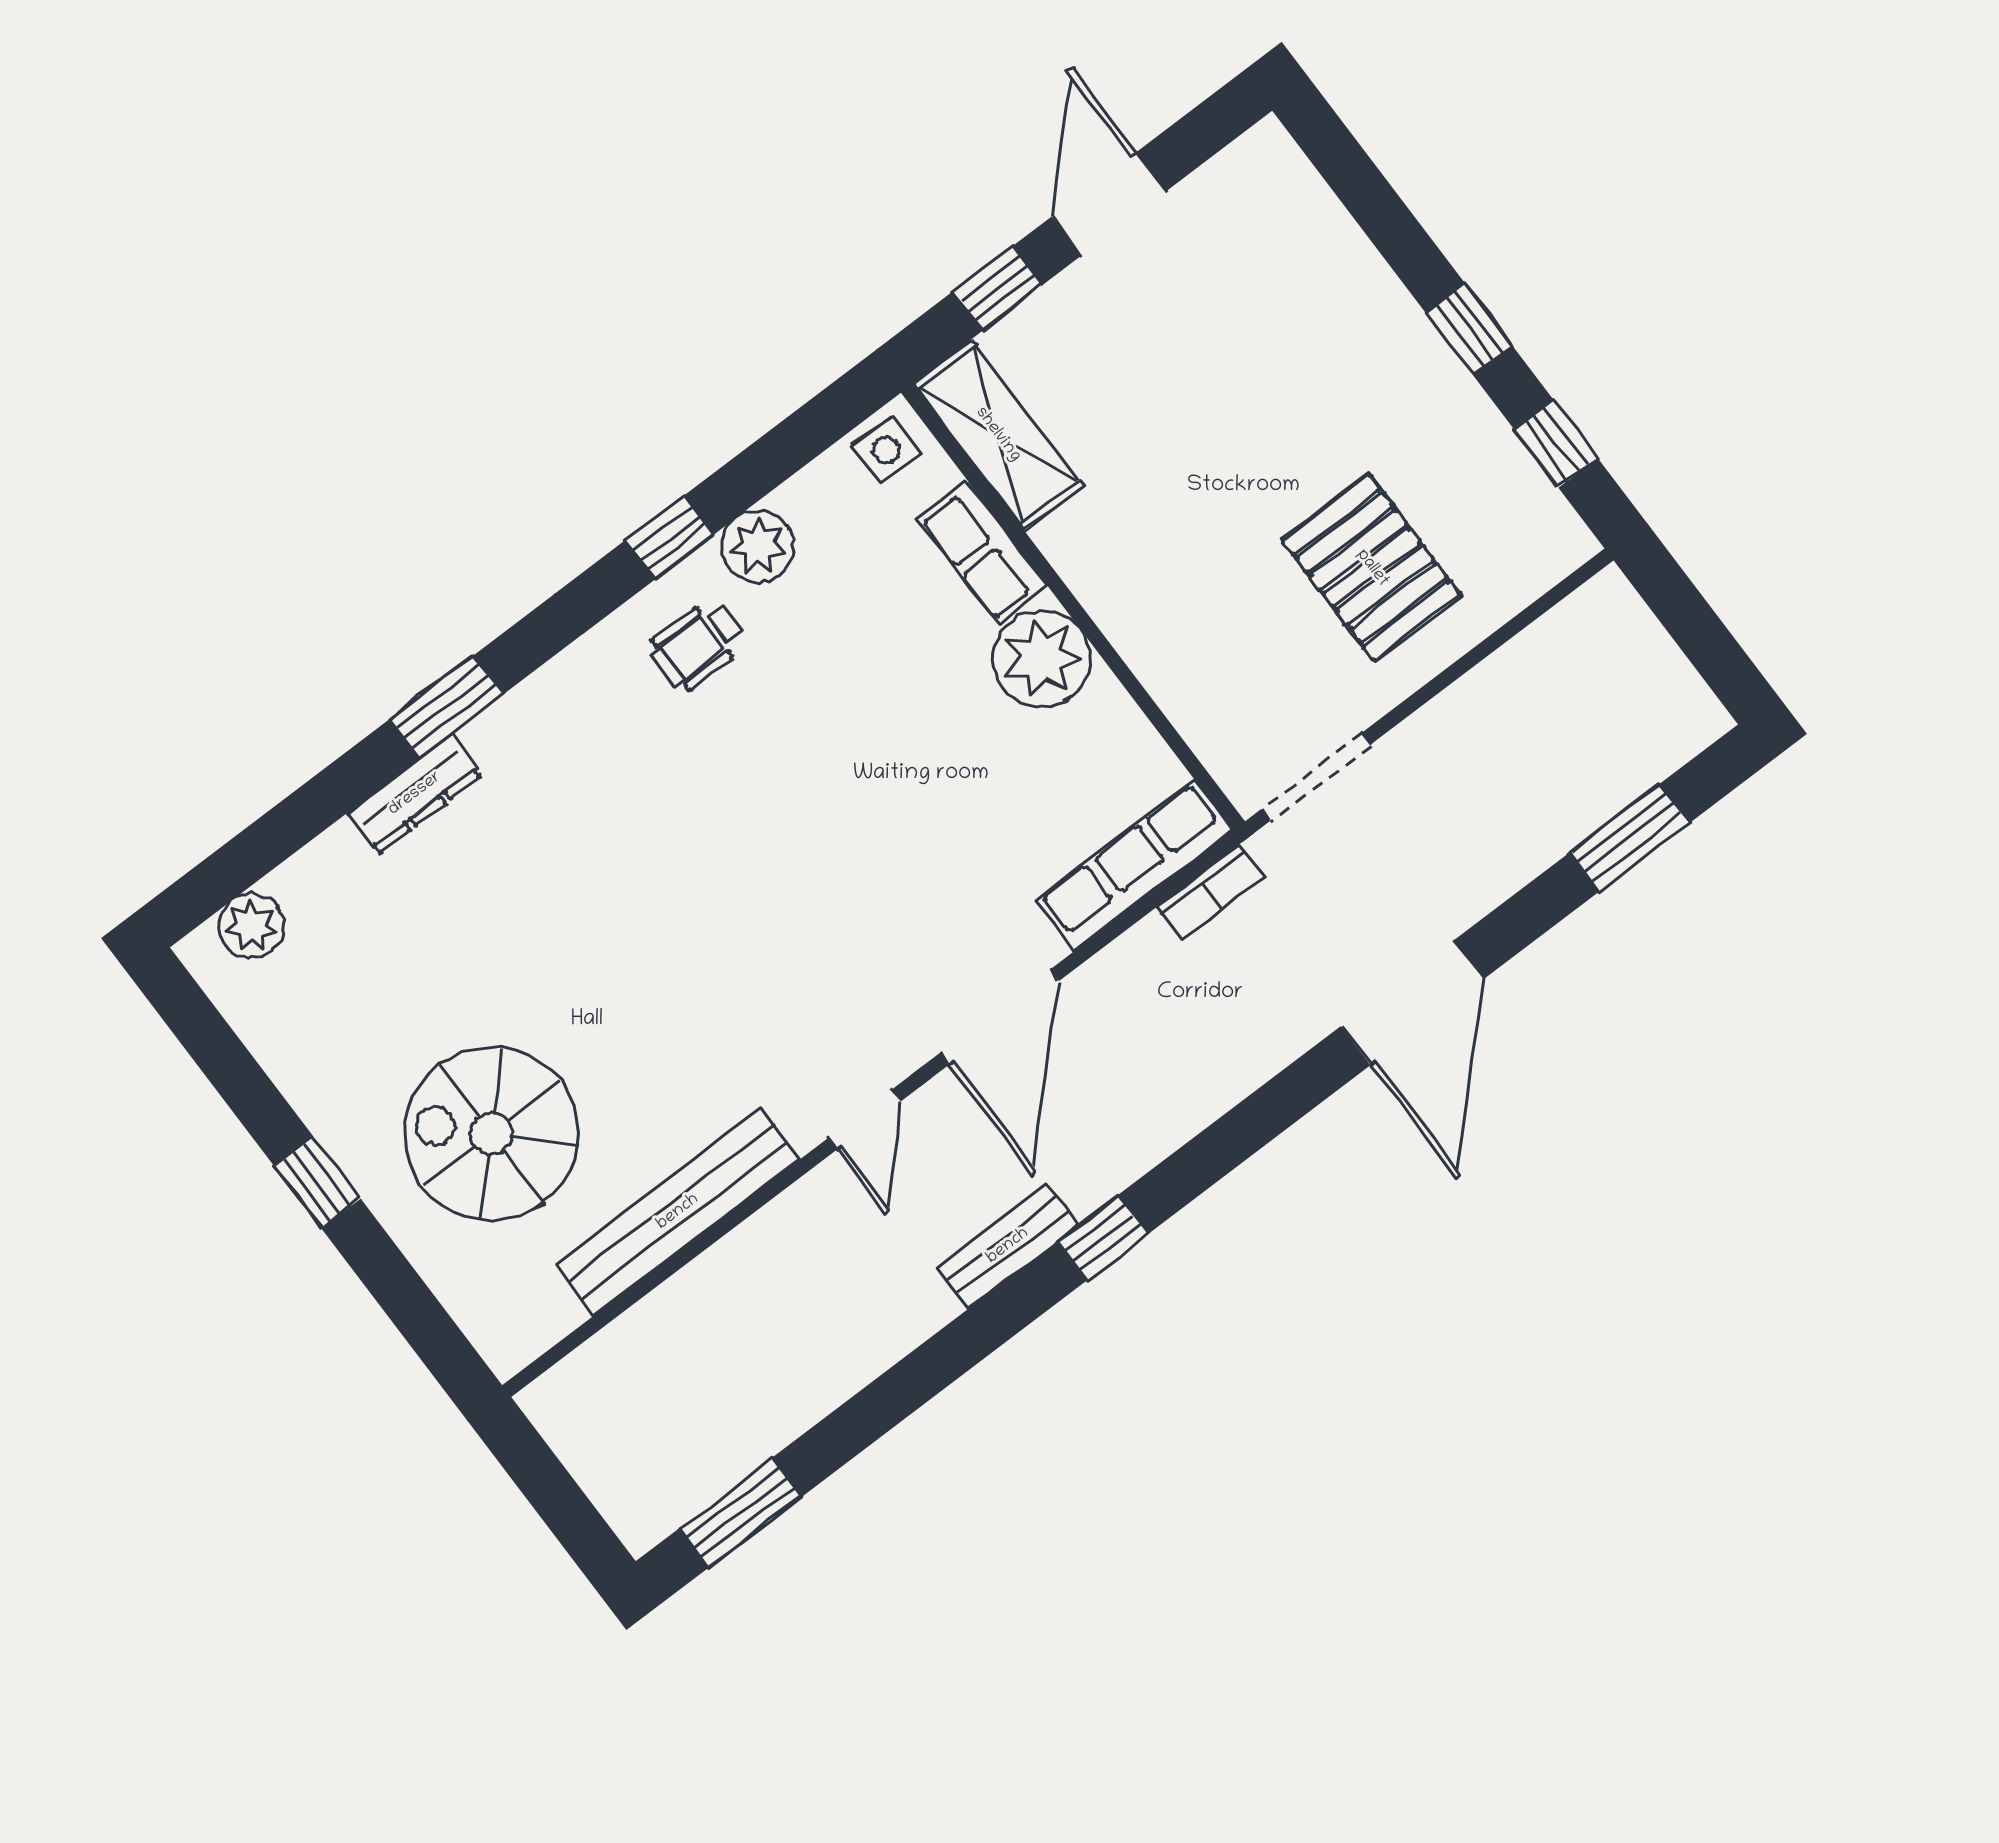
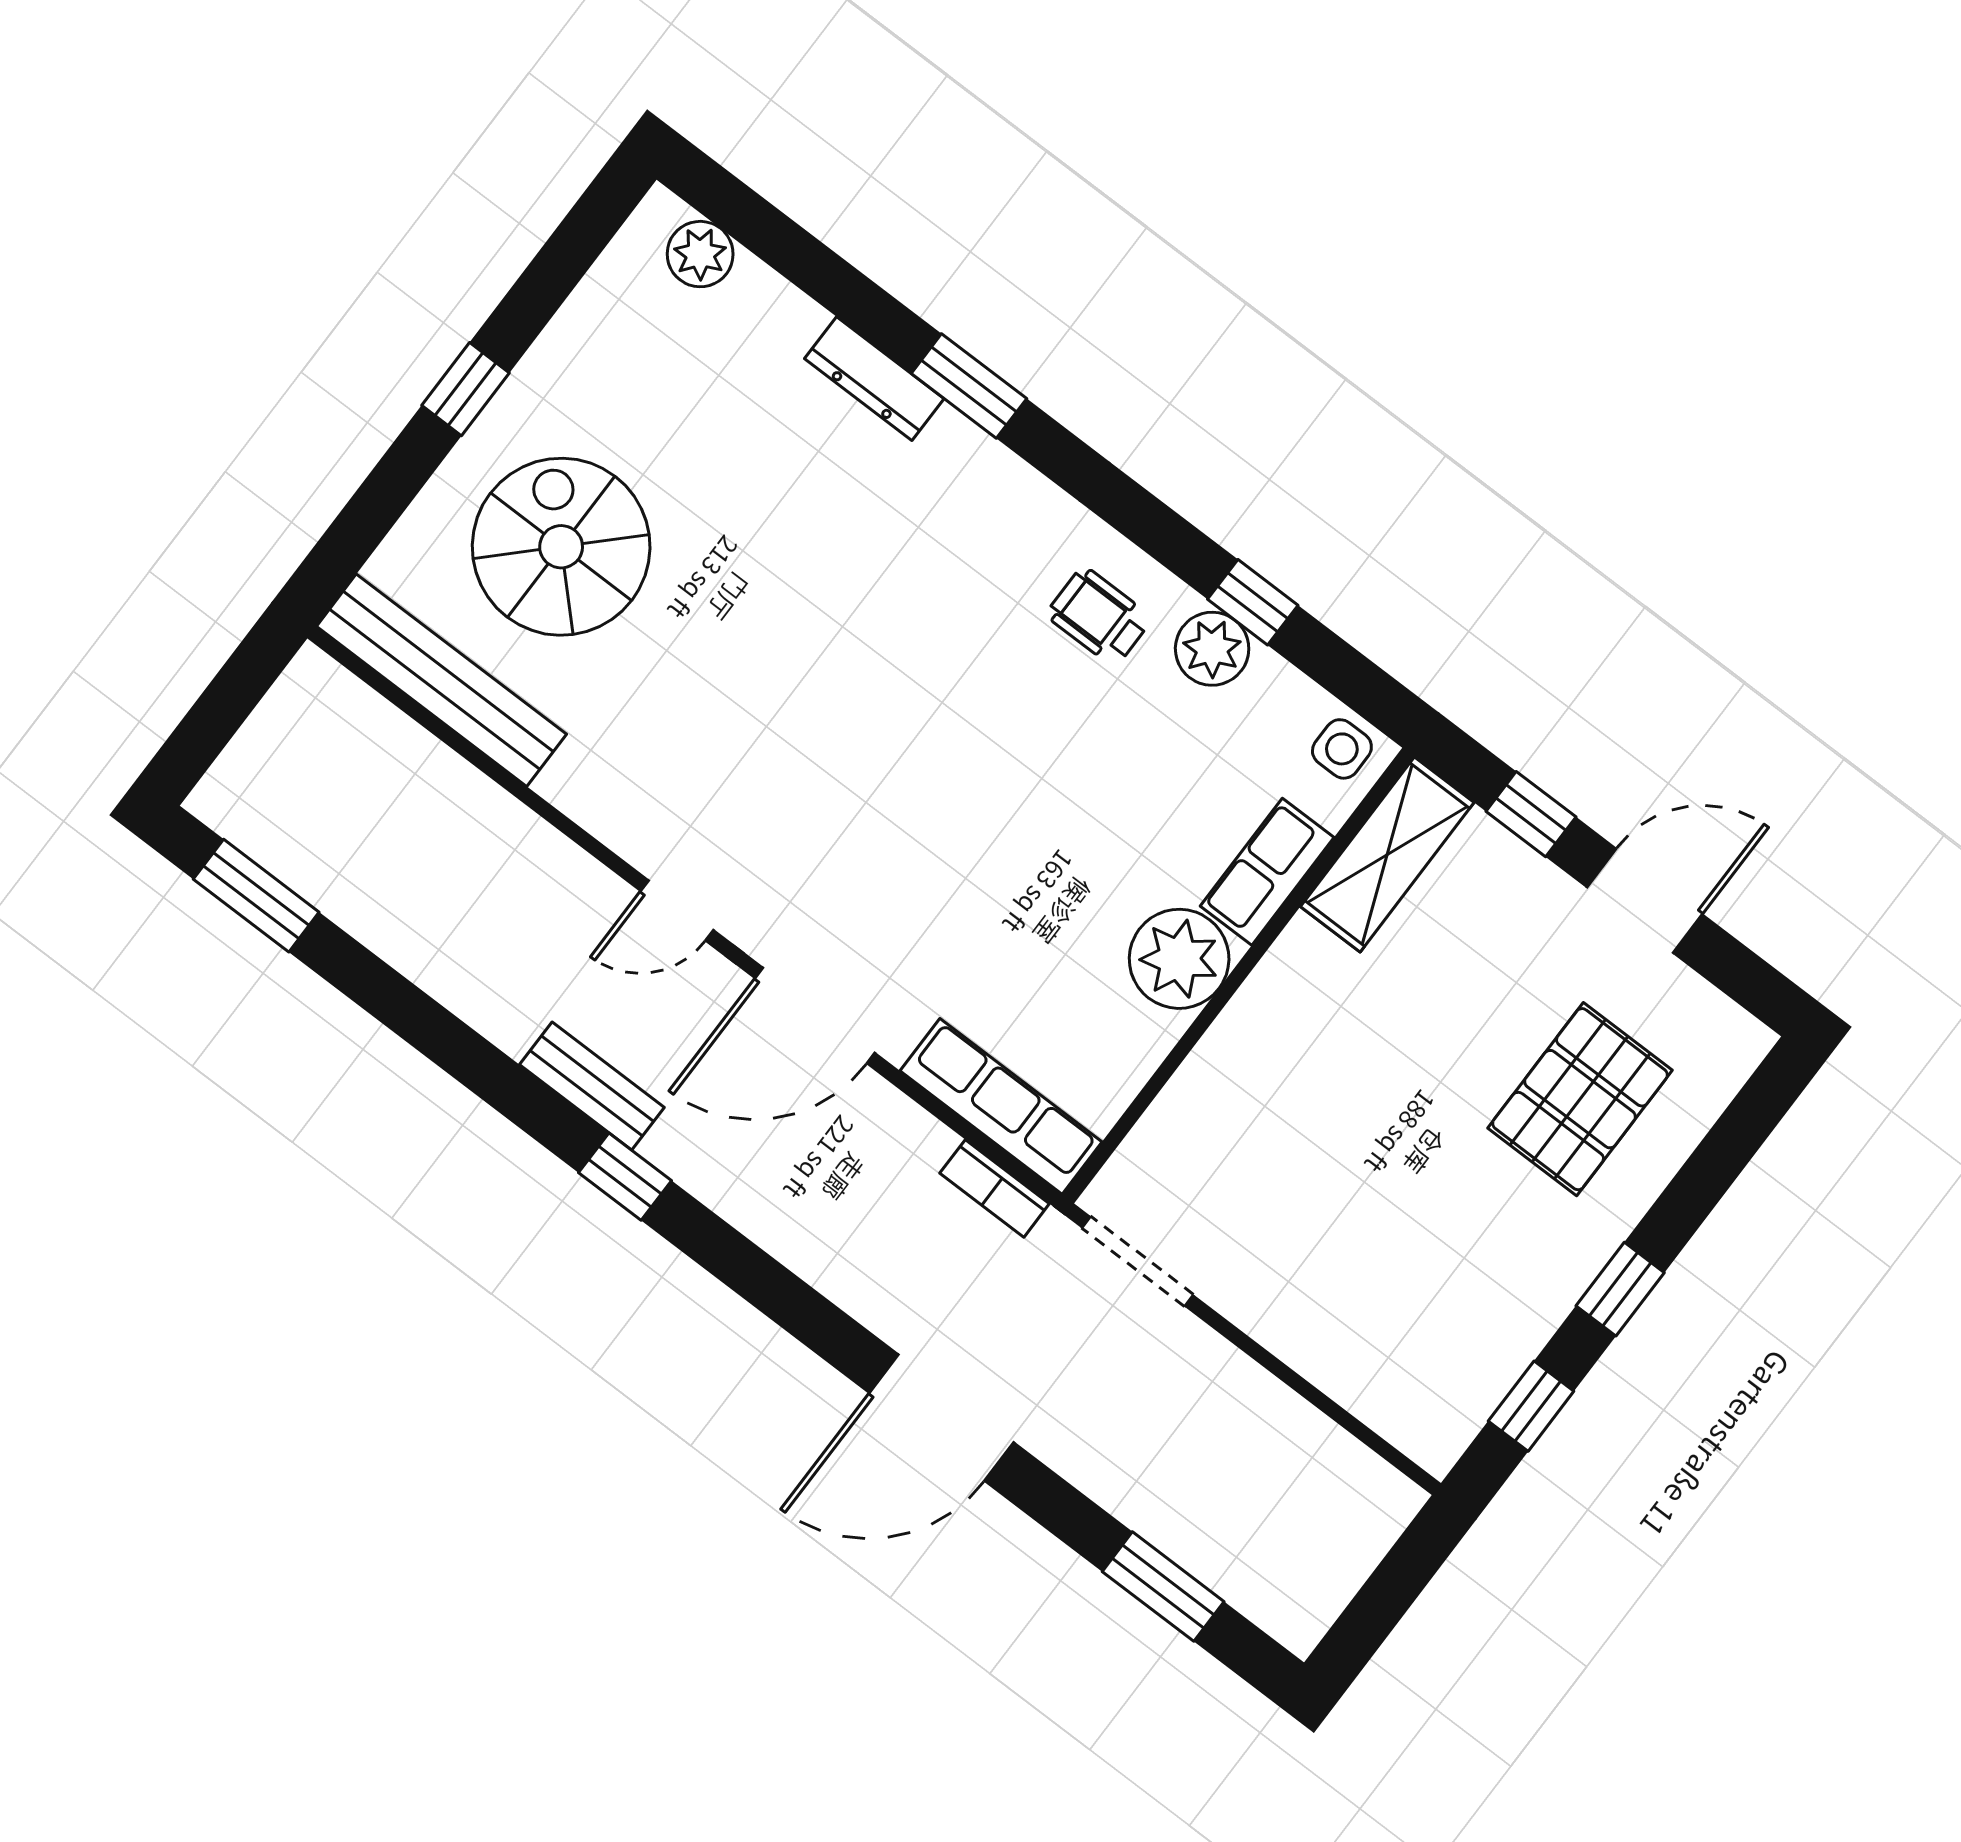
window: (670, 537) -> (1253, 602), moved
pallet: (1372, 568) -> (1580, 1099), moved
bench: (678, 1212) -> (441, 680), moved

